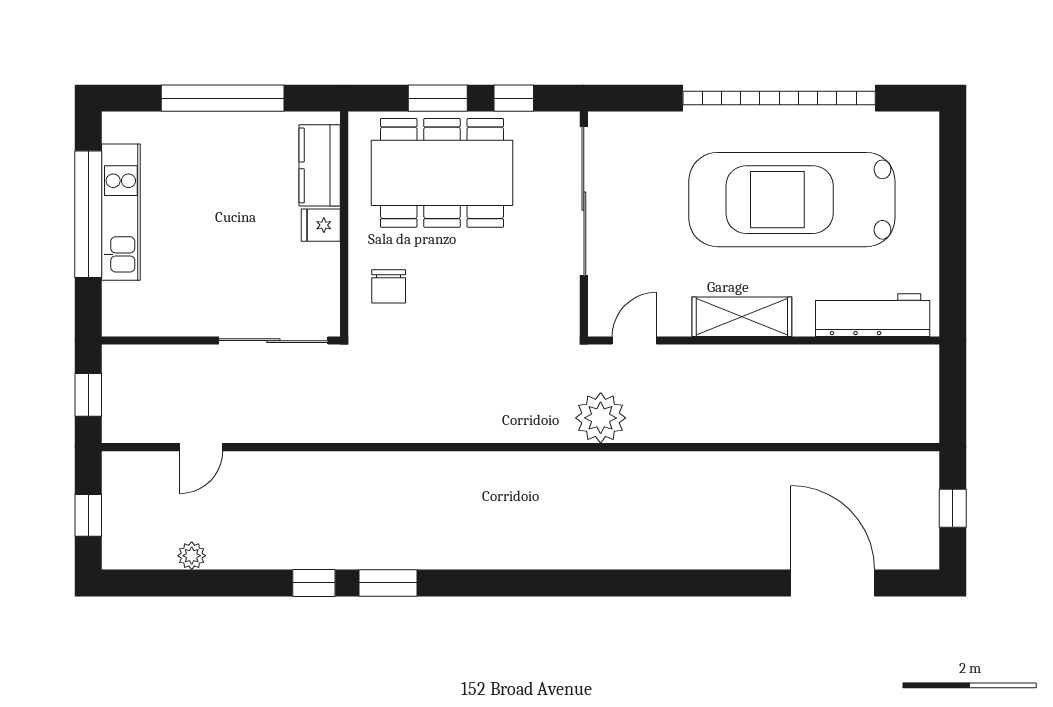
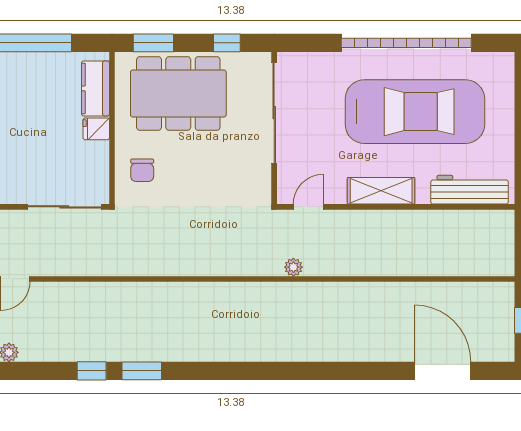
window: (438, 98) -> (153, 43), moved
car: (792, 200) -> (415, 112), turned 180
plant: (601, 418) -> (293, 267), width x0.53, depth x0.53

